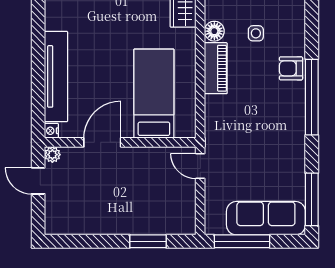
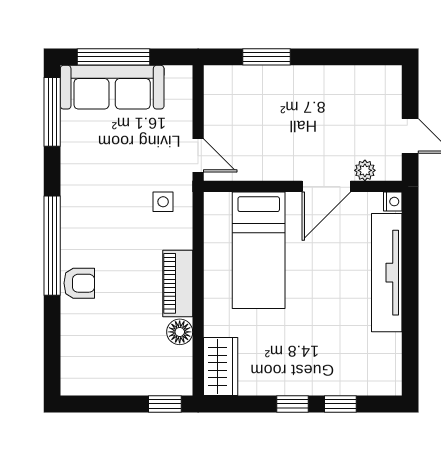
side table: (256, 33) -> (163, 202), moved
plant: (52, 155) -> (365, 170), moved
window: (242, 241) -> (113, 57), moved

